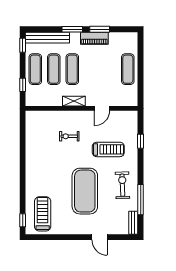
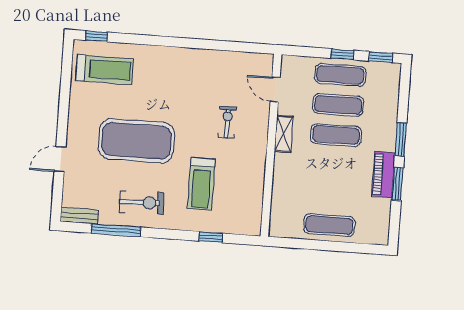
bench: (47, 38) -> (390, 98), removed
window: (23, 85) -> (342, 54), moved
door: (102, 108) -> (275, 90), moved

